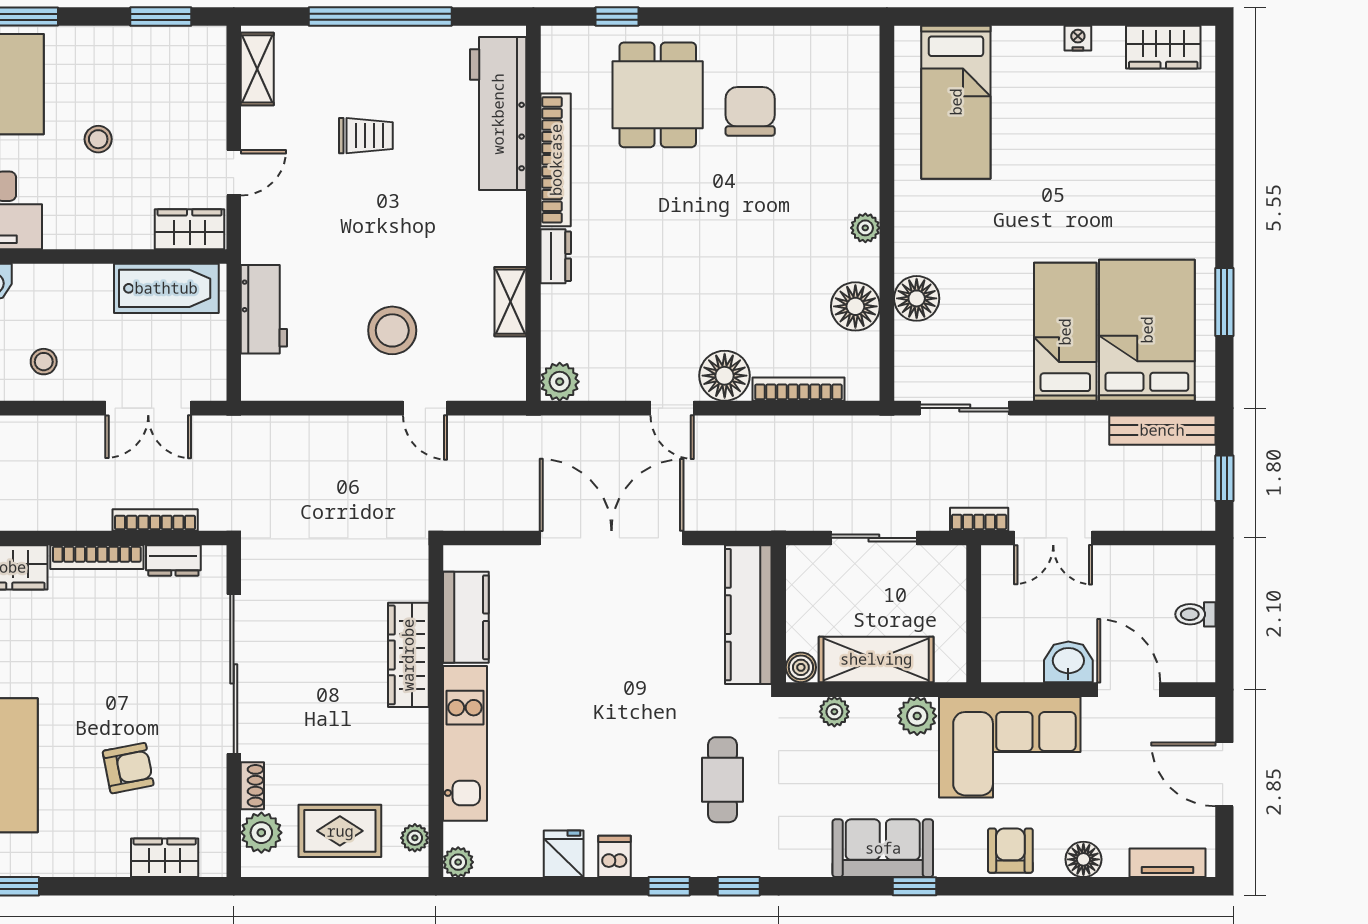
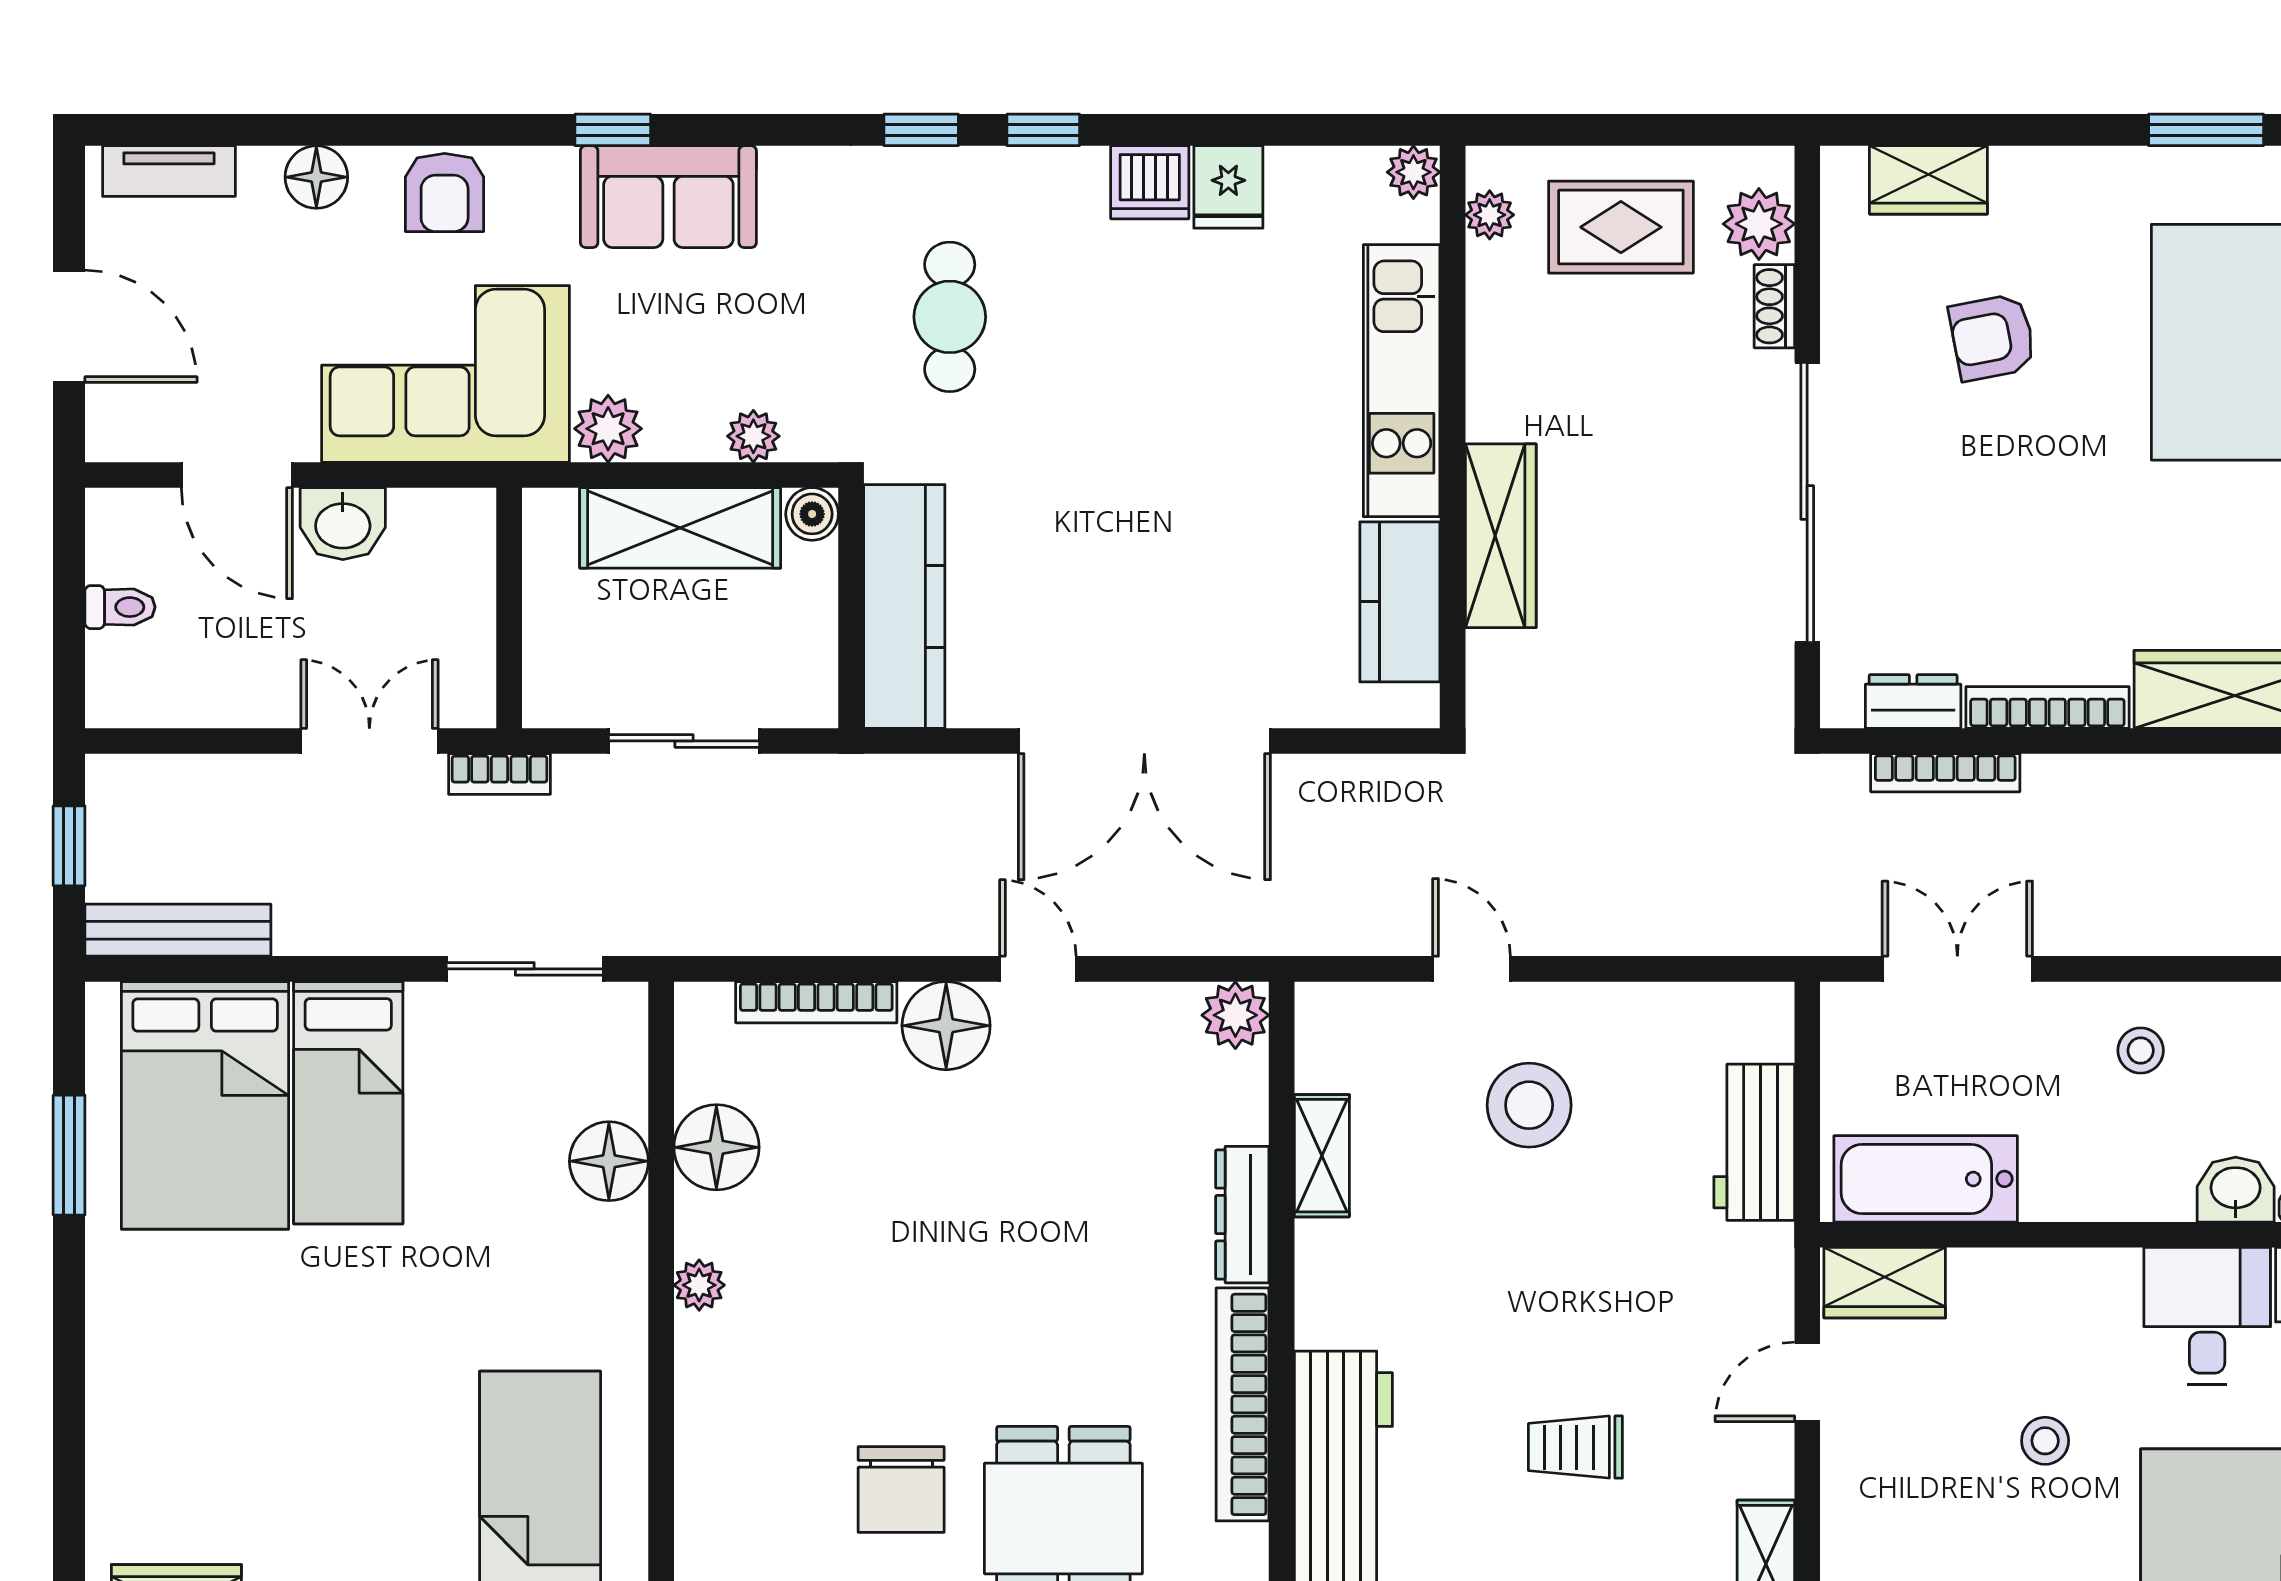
dresser: (556, 256) -> (1242, 1215), width x1.44
dishwasher: (615, 856) -> (1150, 182), width x1.38

